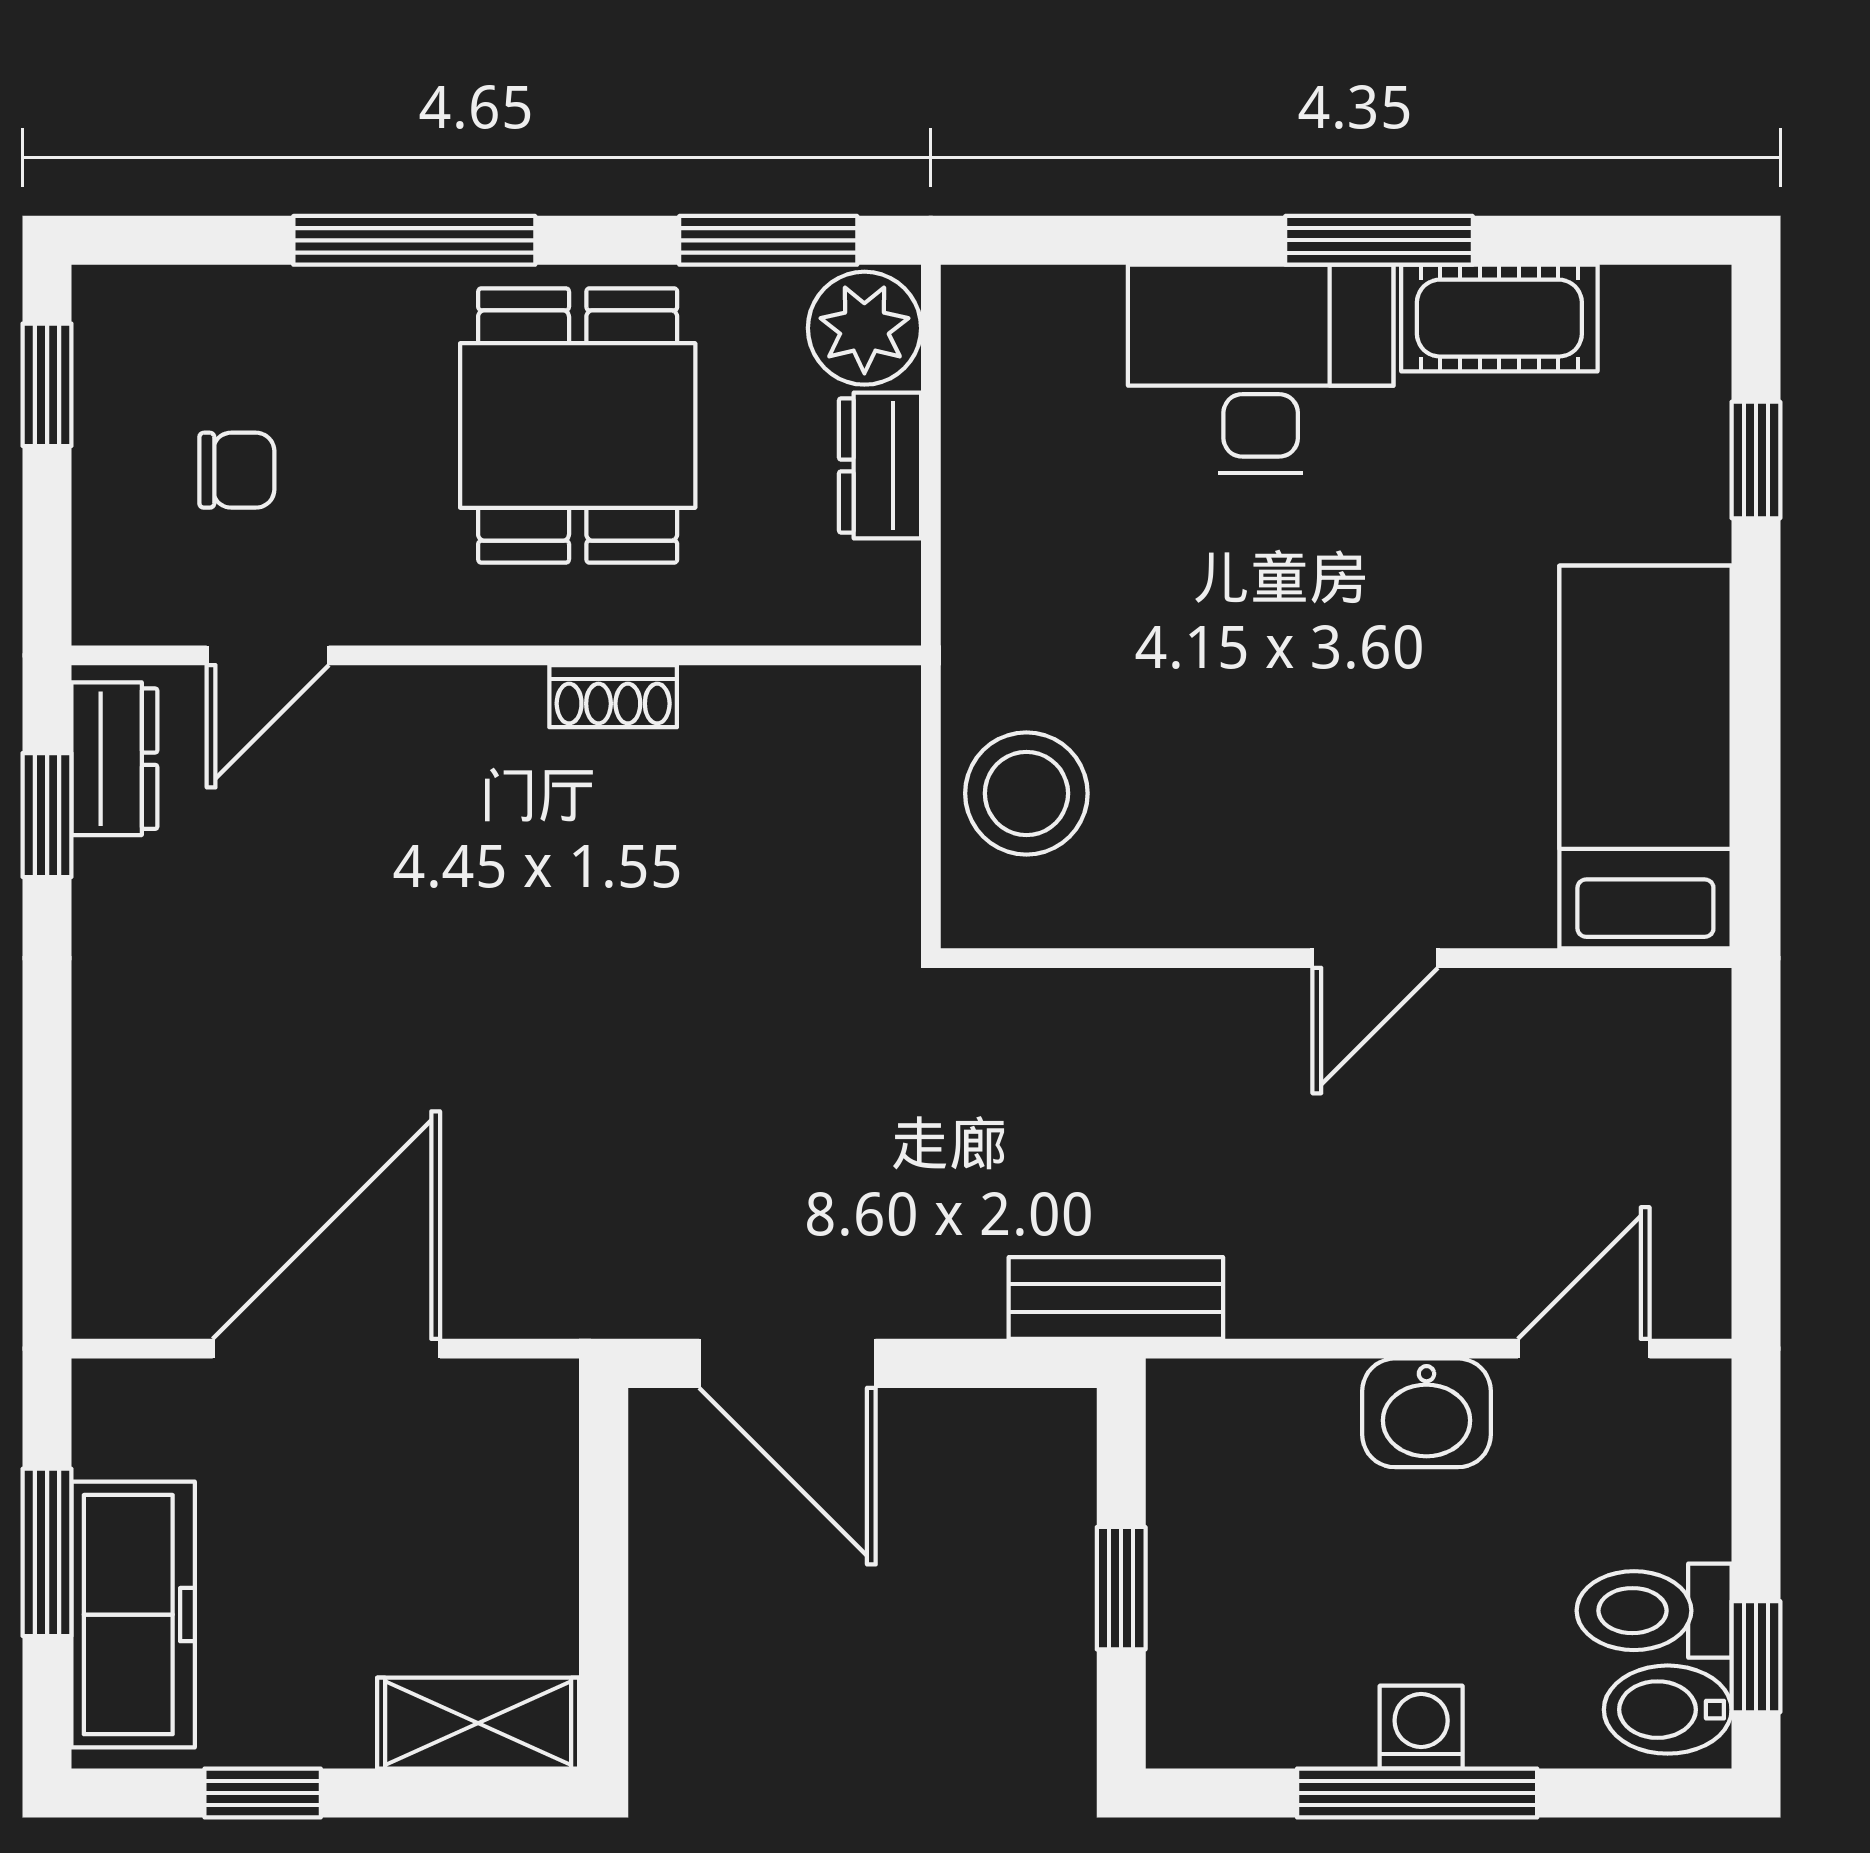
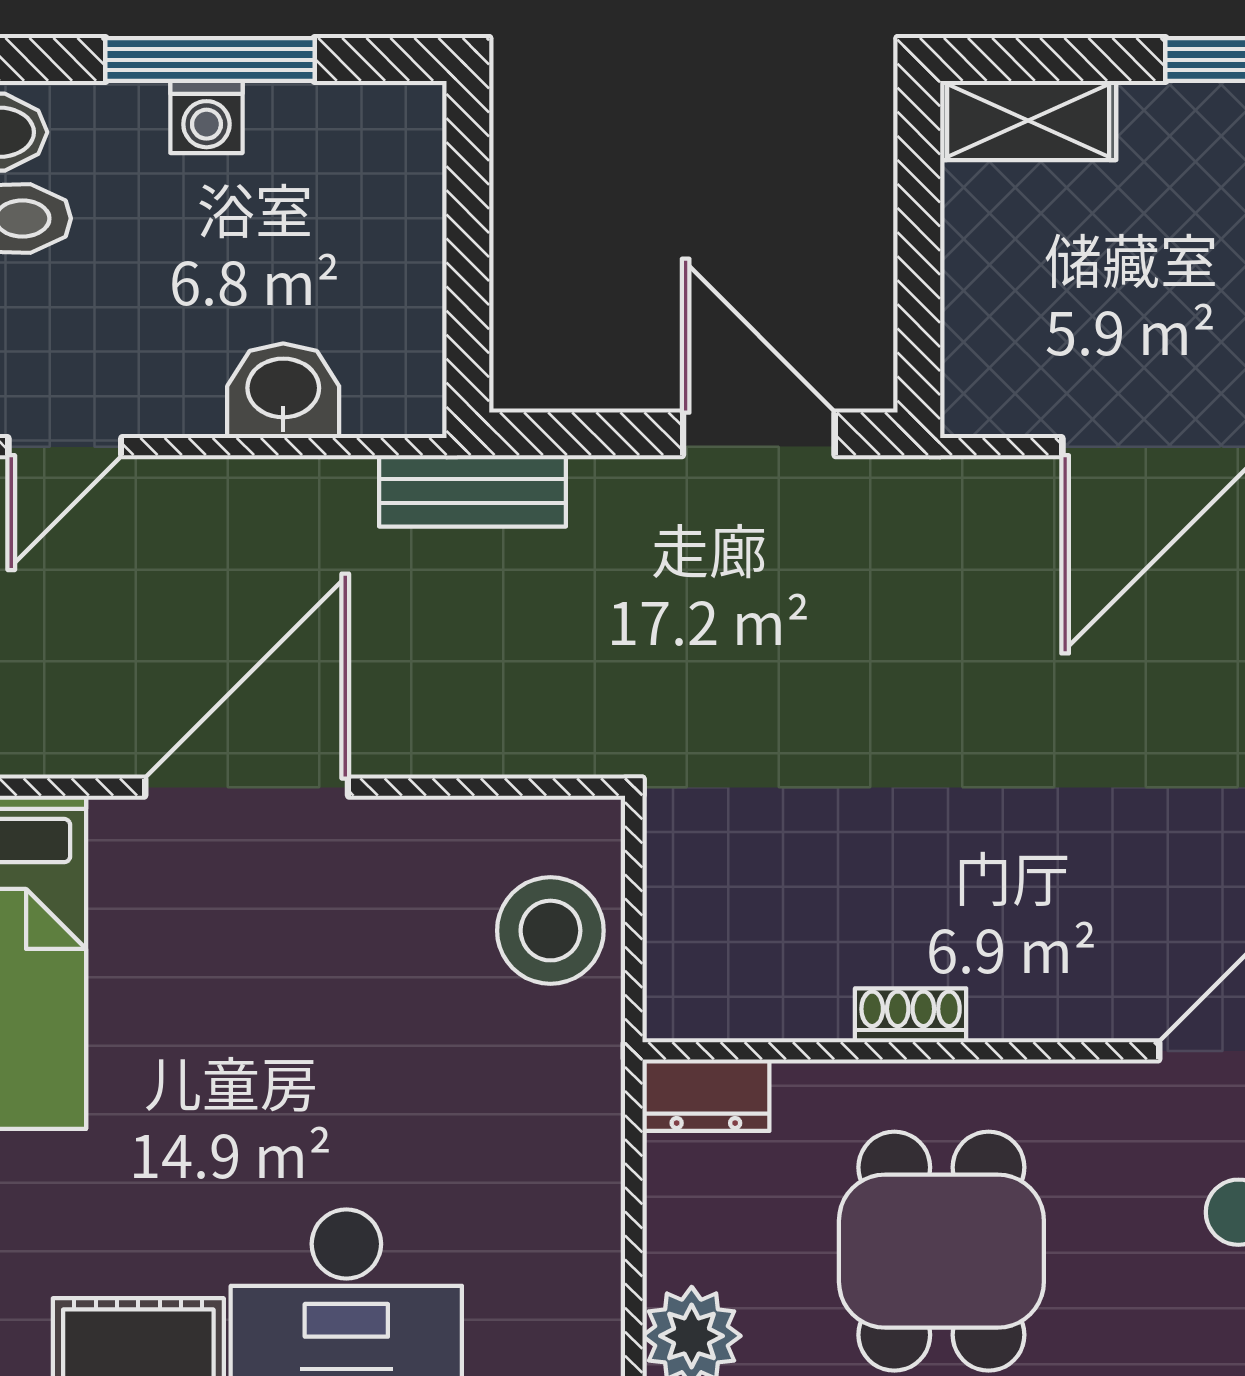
dresser: (880, 465) -> (706, 1095), moved, turned 90
door: (1375, 958) -> (247, 787), width x1.87
washbasin: (1426, 1413) -> (283, 391), moved
window: (1121, 1588) -> (468, 238), removed

